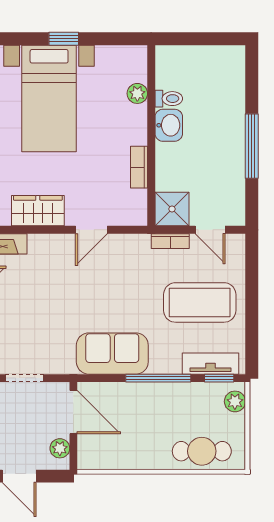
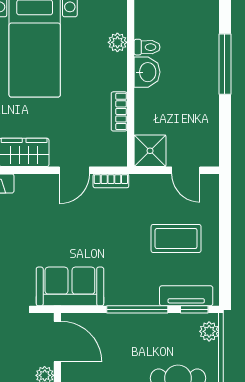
window: (252, 146) -> (225, 64), moved
bookcase: (170, 241) -> (111, 181), moved
coffee table: (200, 302) -> (176, 238), width x0.73, depth x0.76
sofa: (112, 354) -> (70, 286), moved

